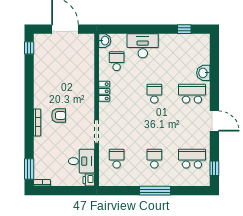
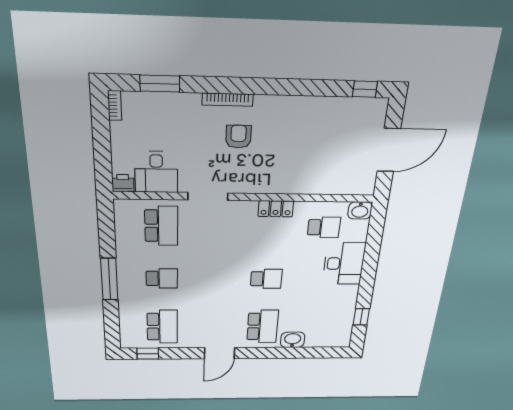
armchair: (59, 116) -> (238, 137), turned 180
school desk: (117, 159) -> (161, 226), width x1.85
window: (29, 169) -> (160, 84), moved

